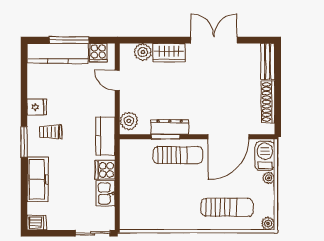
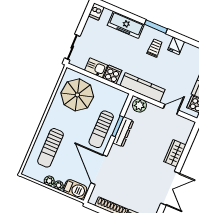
plant: (143, 52) -> (183, 135), removed
kitchen counter: (105, 136) -> (143, 87), width x1.50
parasol: (148, 202) -> (77, 95), added
plant: (268, 224) -> (49, 181), moved

